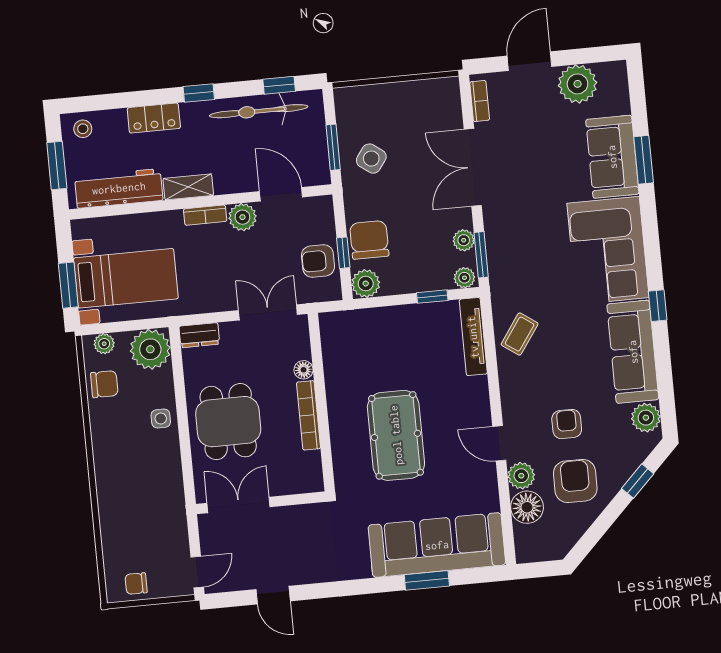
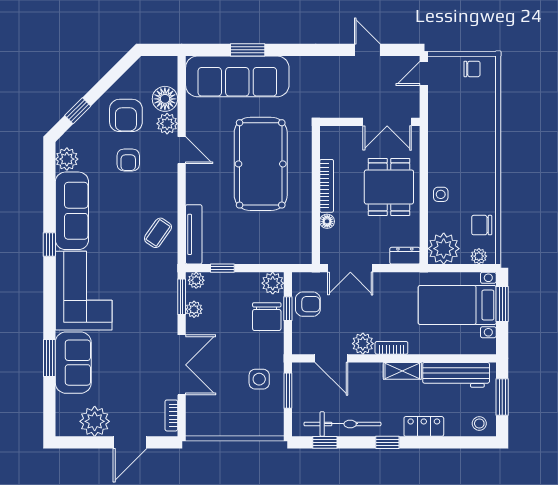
side table: (371, 159) -> (259, 379), turned -36
pool table: (396, 435) -> (261, 164), width x1.36, depth x1.32

